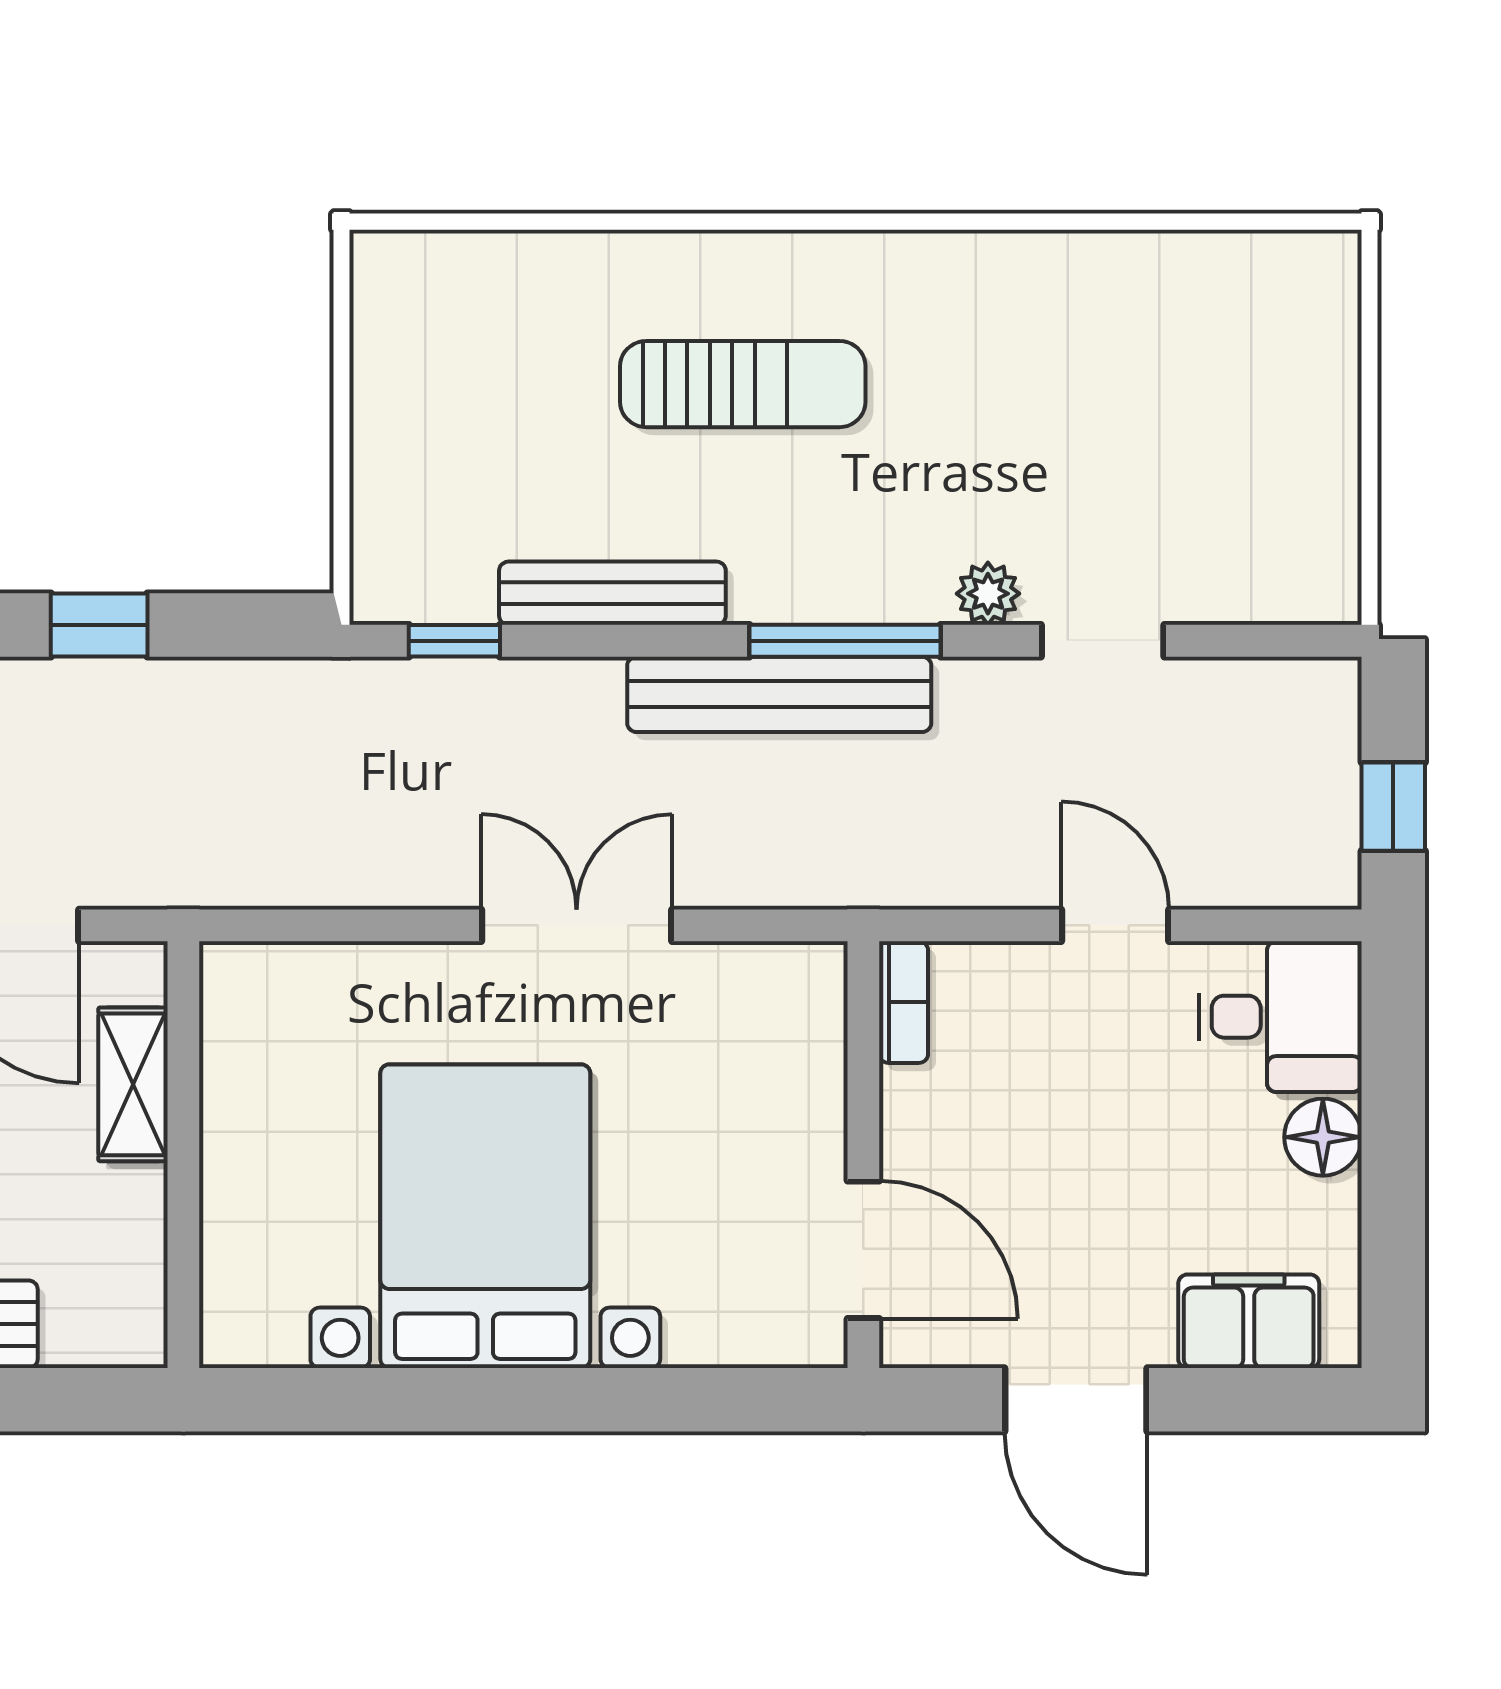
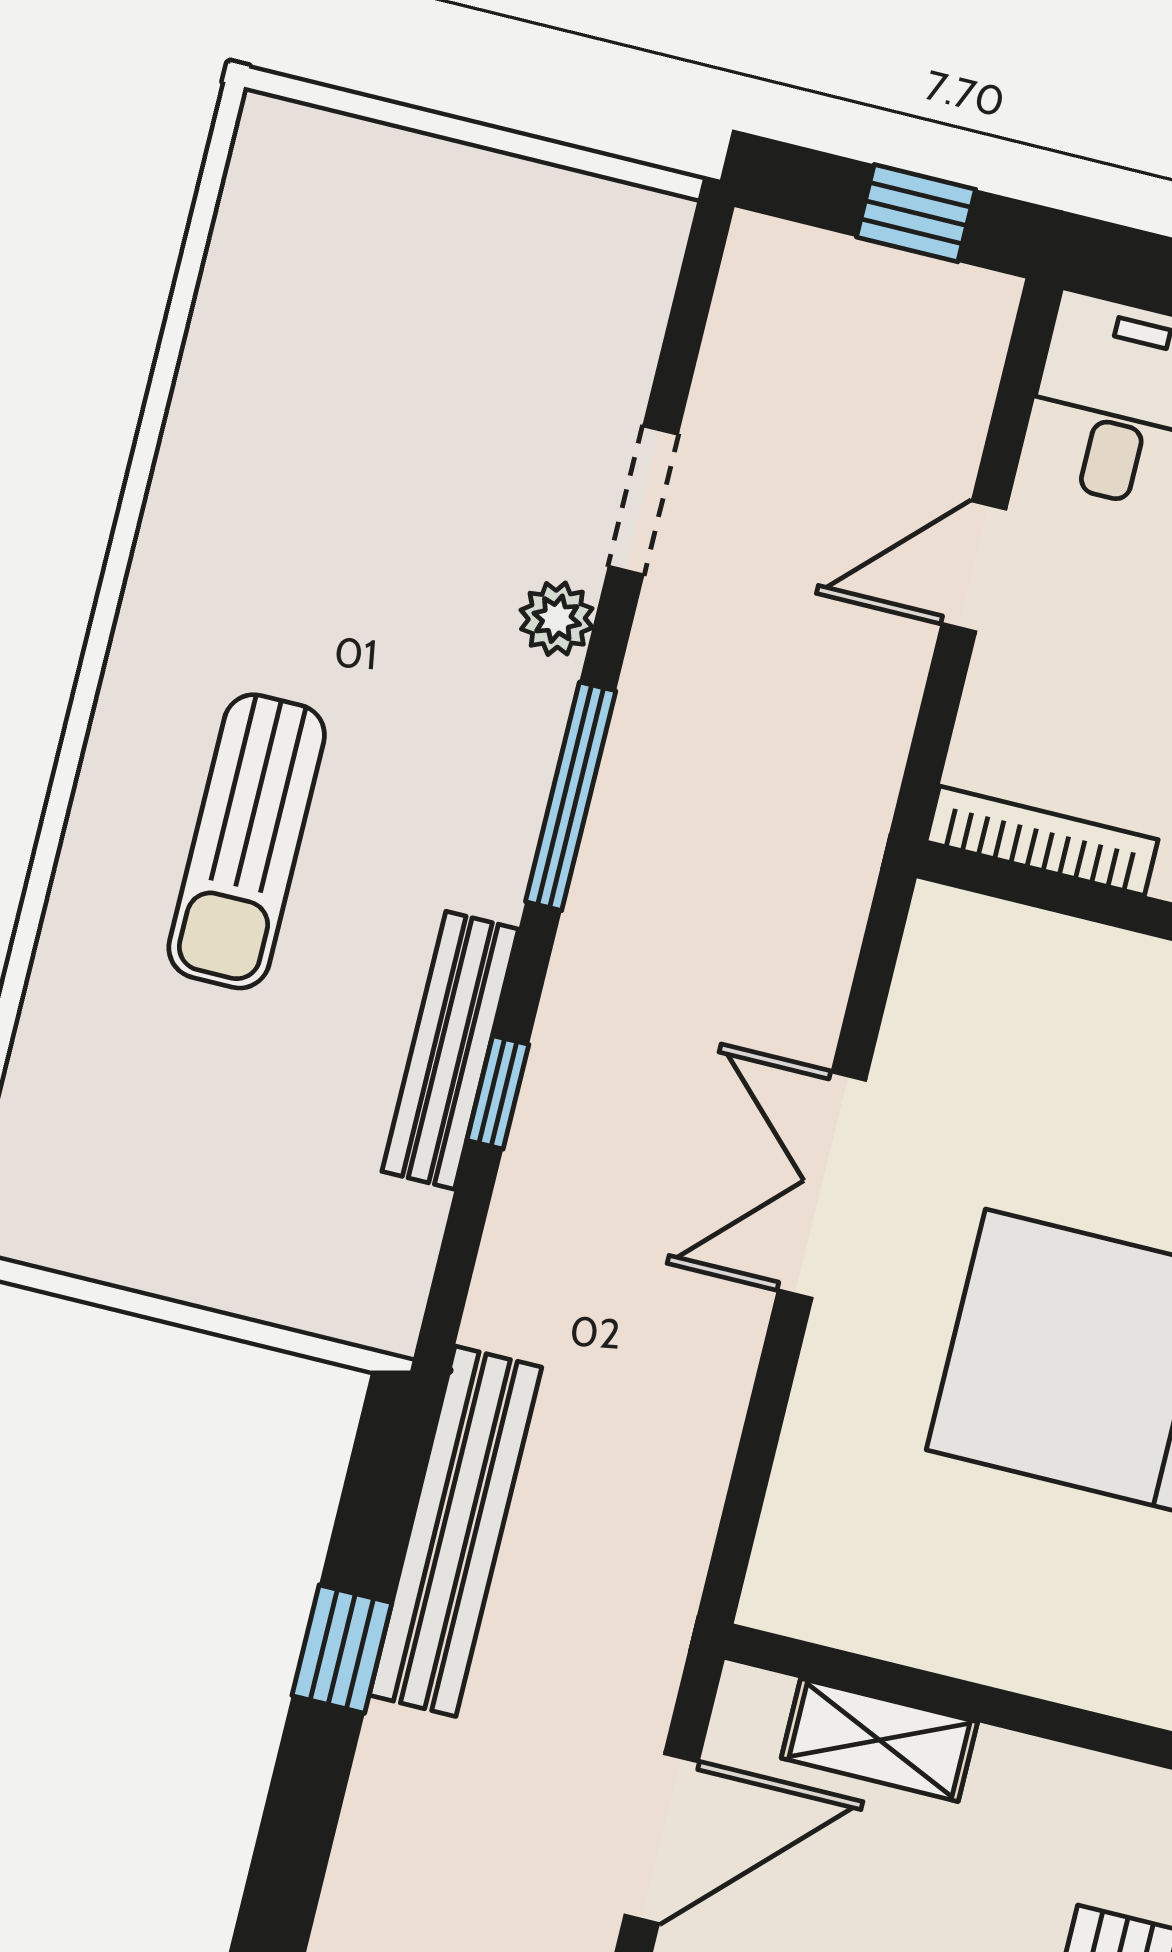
sun lounger: (743, 384) -> (247, 841), turned 180
window: (454, 641) -> (498, 1092), moved
bench: (779, 694) -> (455, 1531), moved
bookcase: (904, 1002) -> (1042, 841), width x1.56

